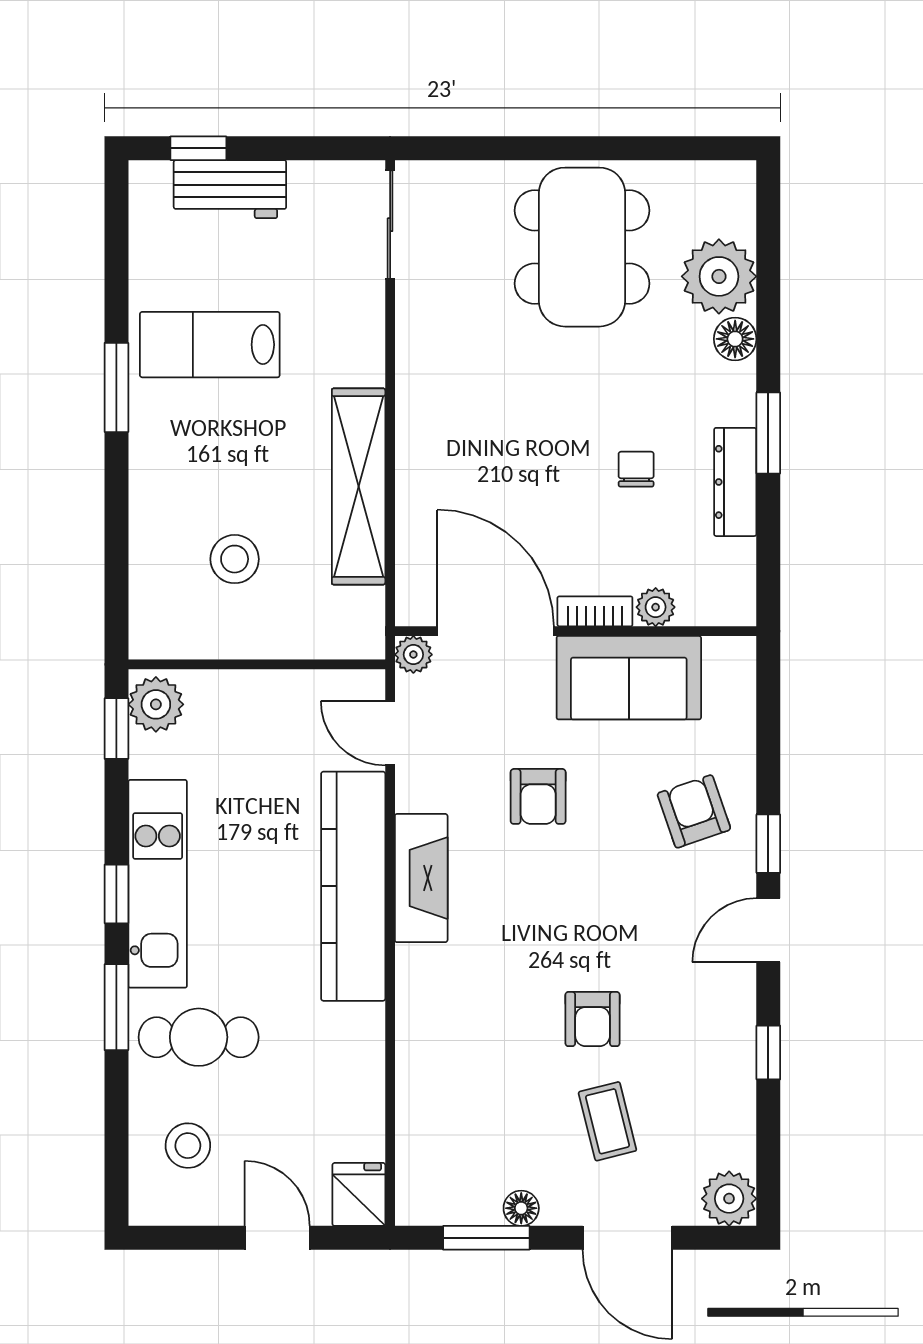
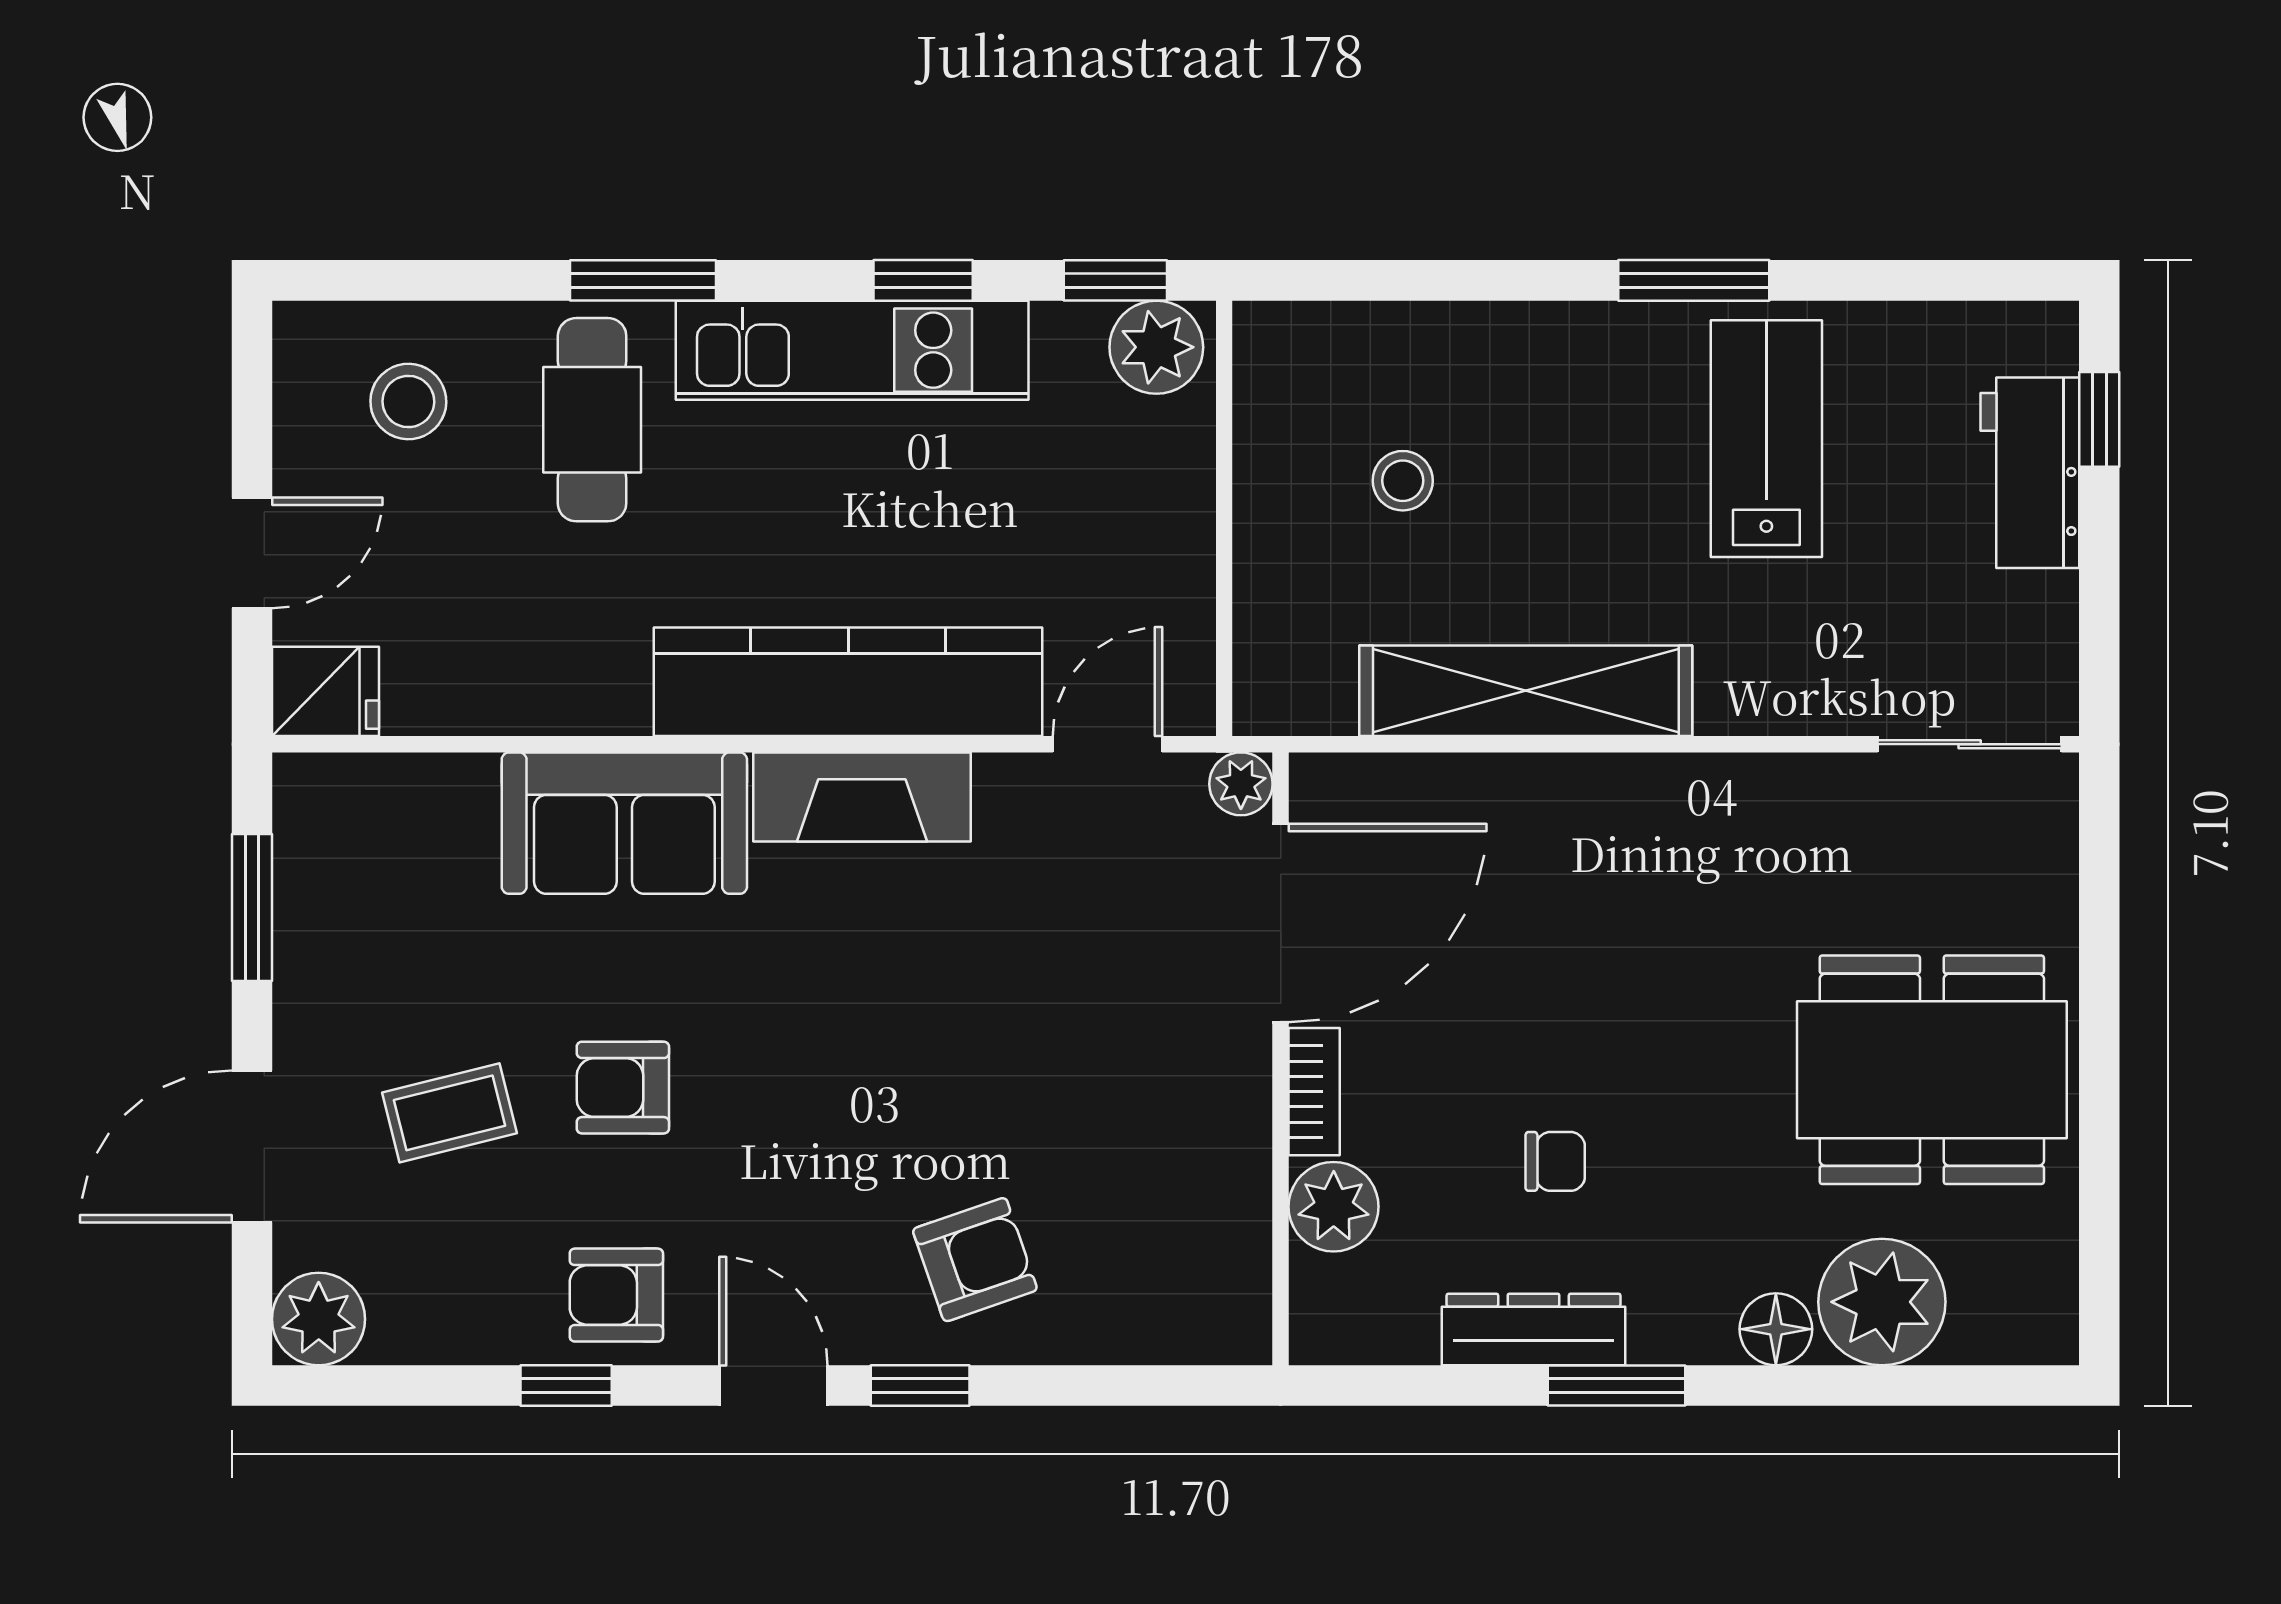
stool: (235, 559) -> (1403, 481), width x0.73, depth x0.73
plant: (656, 607) -> (1334, 1207), width x1.38, depth x1.38
sofa: (629, 678) -> (624, 823), moved, turned -90
armchair: (538, 796) -> (616, 1295), moved
window: (116, 894) -> (923, 280), moved
floor lamp: (521, 1208) -> (302, 967), removed

